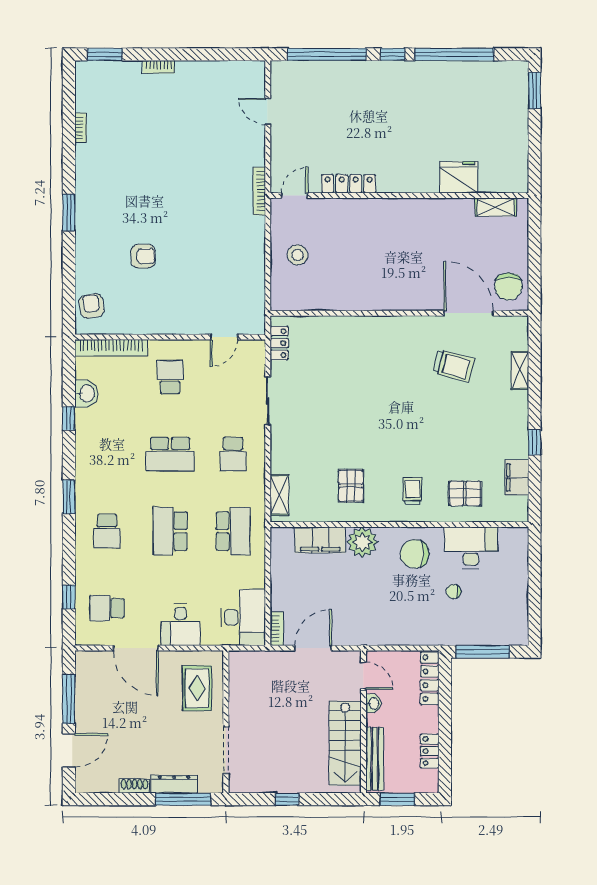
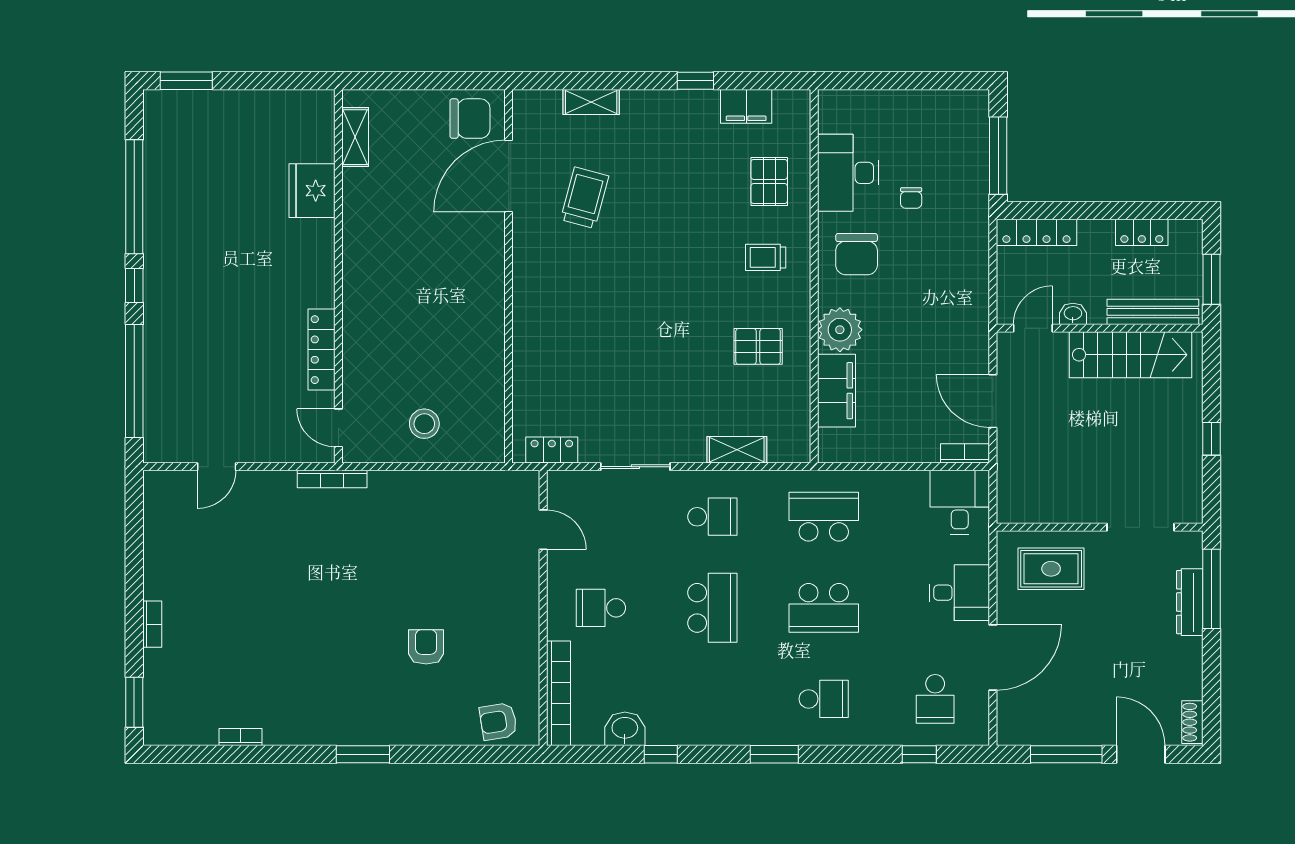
shelving: (279, 495) -> (737, 450), moved
desk: (243, 617) -> (960, 502), width x0.73
shoe rack: (134, 786) -> (1192, 722), moved

